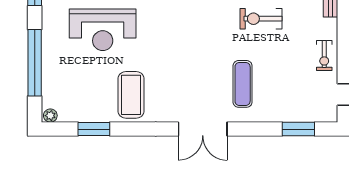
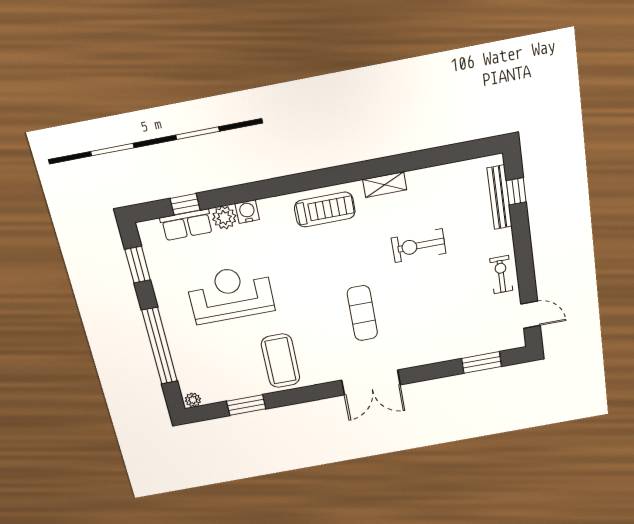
reception desk: (103, 30) -> (230, 294), turned 180
exercise bike: (324, 56) -> (501, 275), turned 180
exercise mat: (243, 84) -> (362, 313), moved

